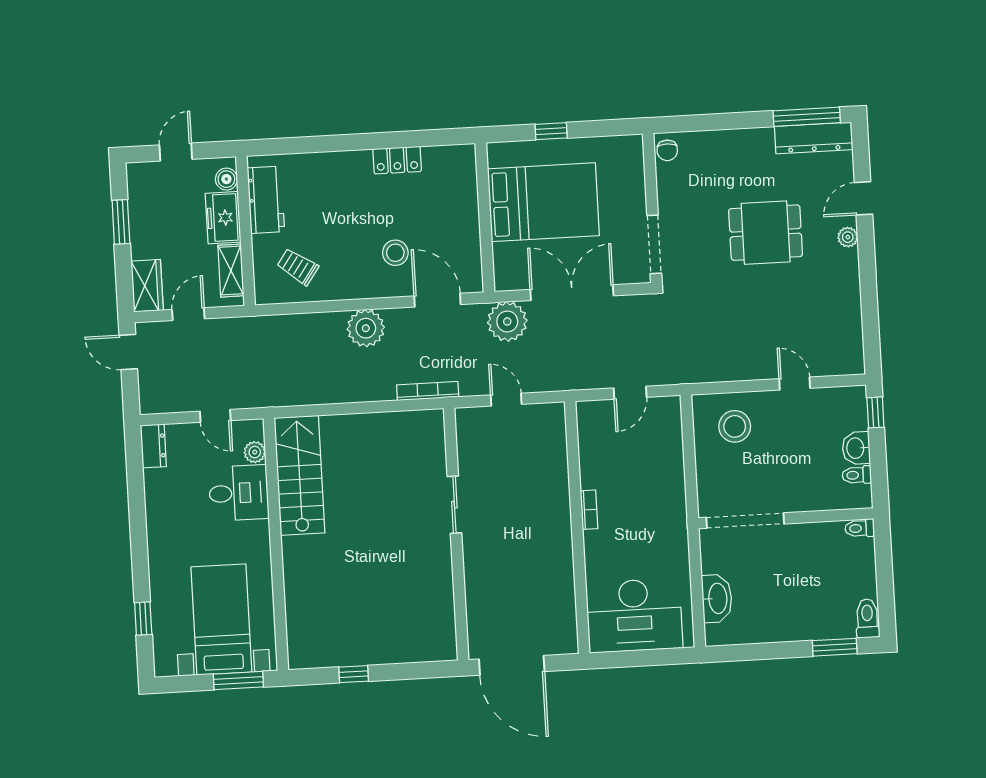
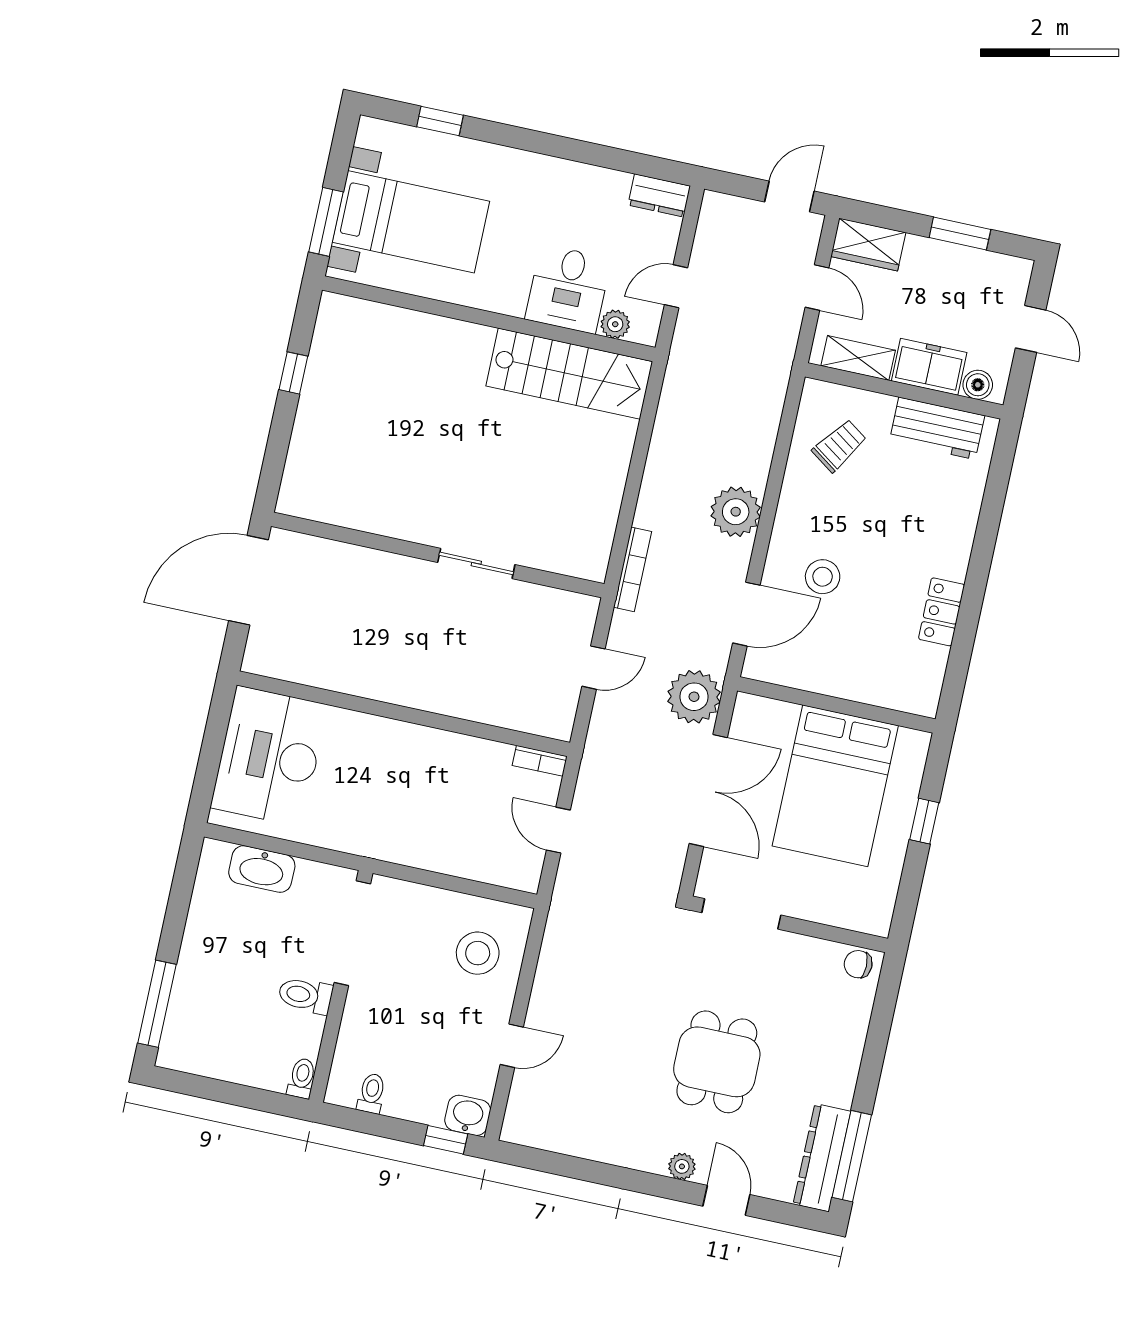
washbasin: (856, 448) -> (468, 1115), moved
bookcase: (589, 510) -> (540, 761), moved
toilet: (867, 618) -> (305, 995), moved, turned 180
window: (835, 647) -> (157, 1004), width x1.44

